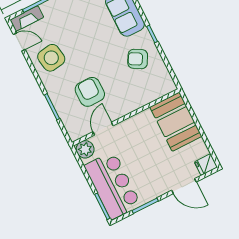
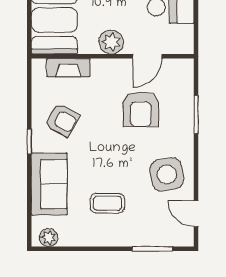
fireplace: (27, 19) -> (68, 68), moved, turned 180
coffee table: (81, 19) -> (107, 203), added
plant: (85, 149) -> (111, 42), moved

